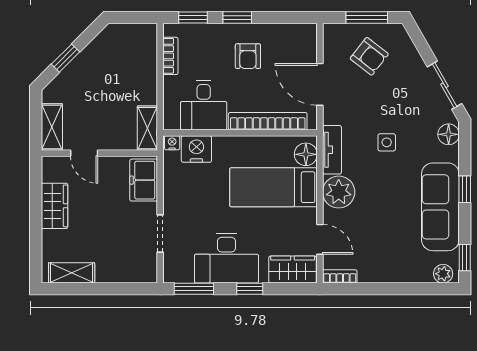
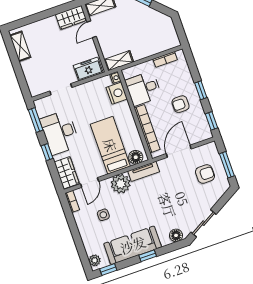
window: (193, 17) -> (211, 121), moved
armchair: (369, 56) -> (205, 174), turned -128
side table: (387, 142) -> (103, 215), moved
wardrobe: (54, 206) -> (71, 17), moved

